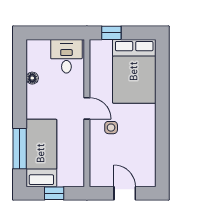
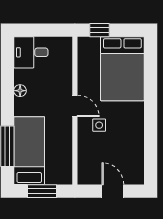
desk: (66, 56) -> (31, 52), moved, turned -90
floor lamp: (32, 78) -> (20, 91), moved
window: (54, 193) -> (42, 191), width x1.50

